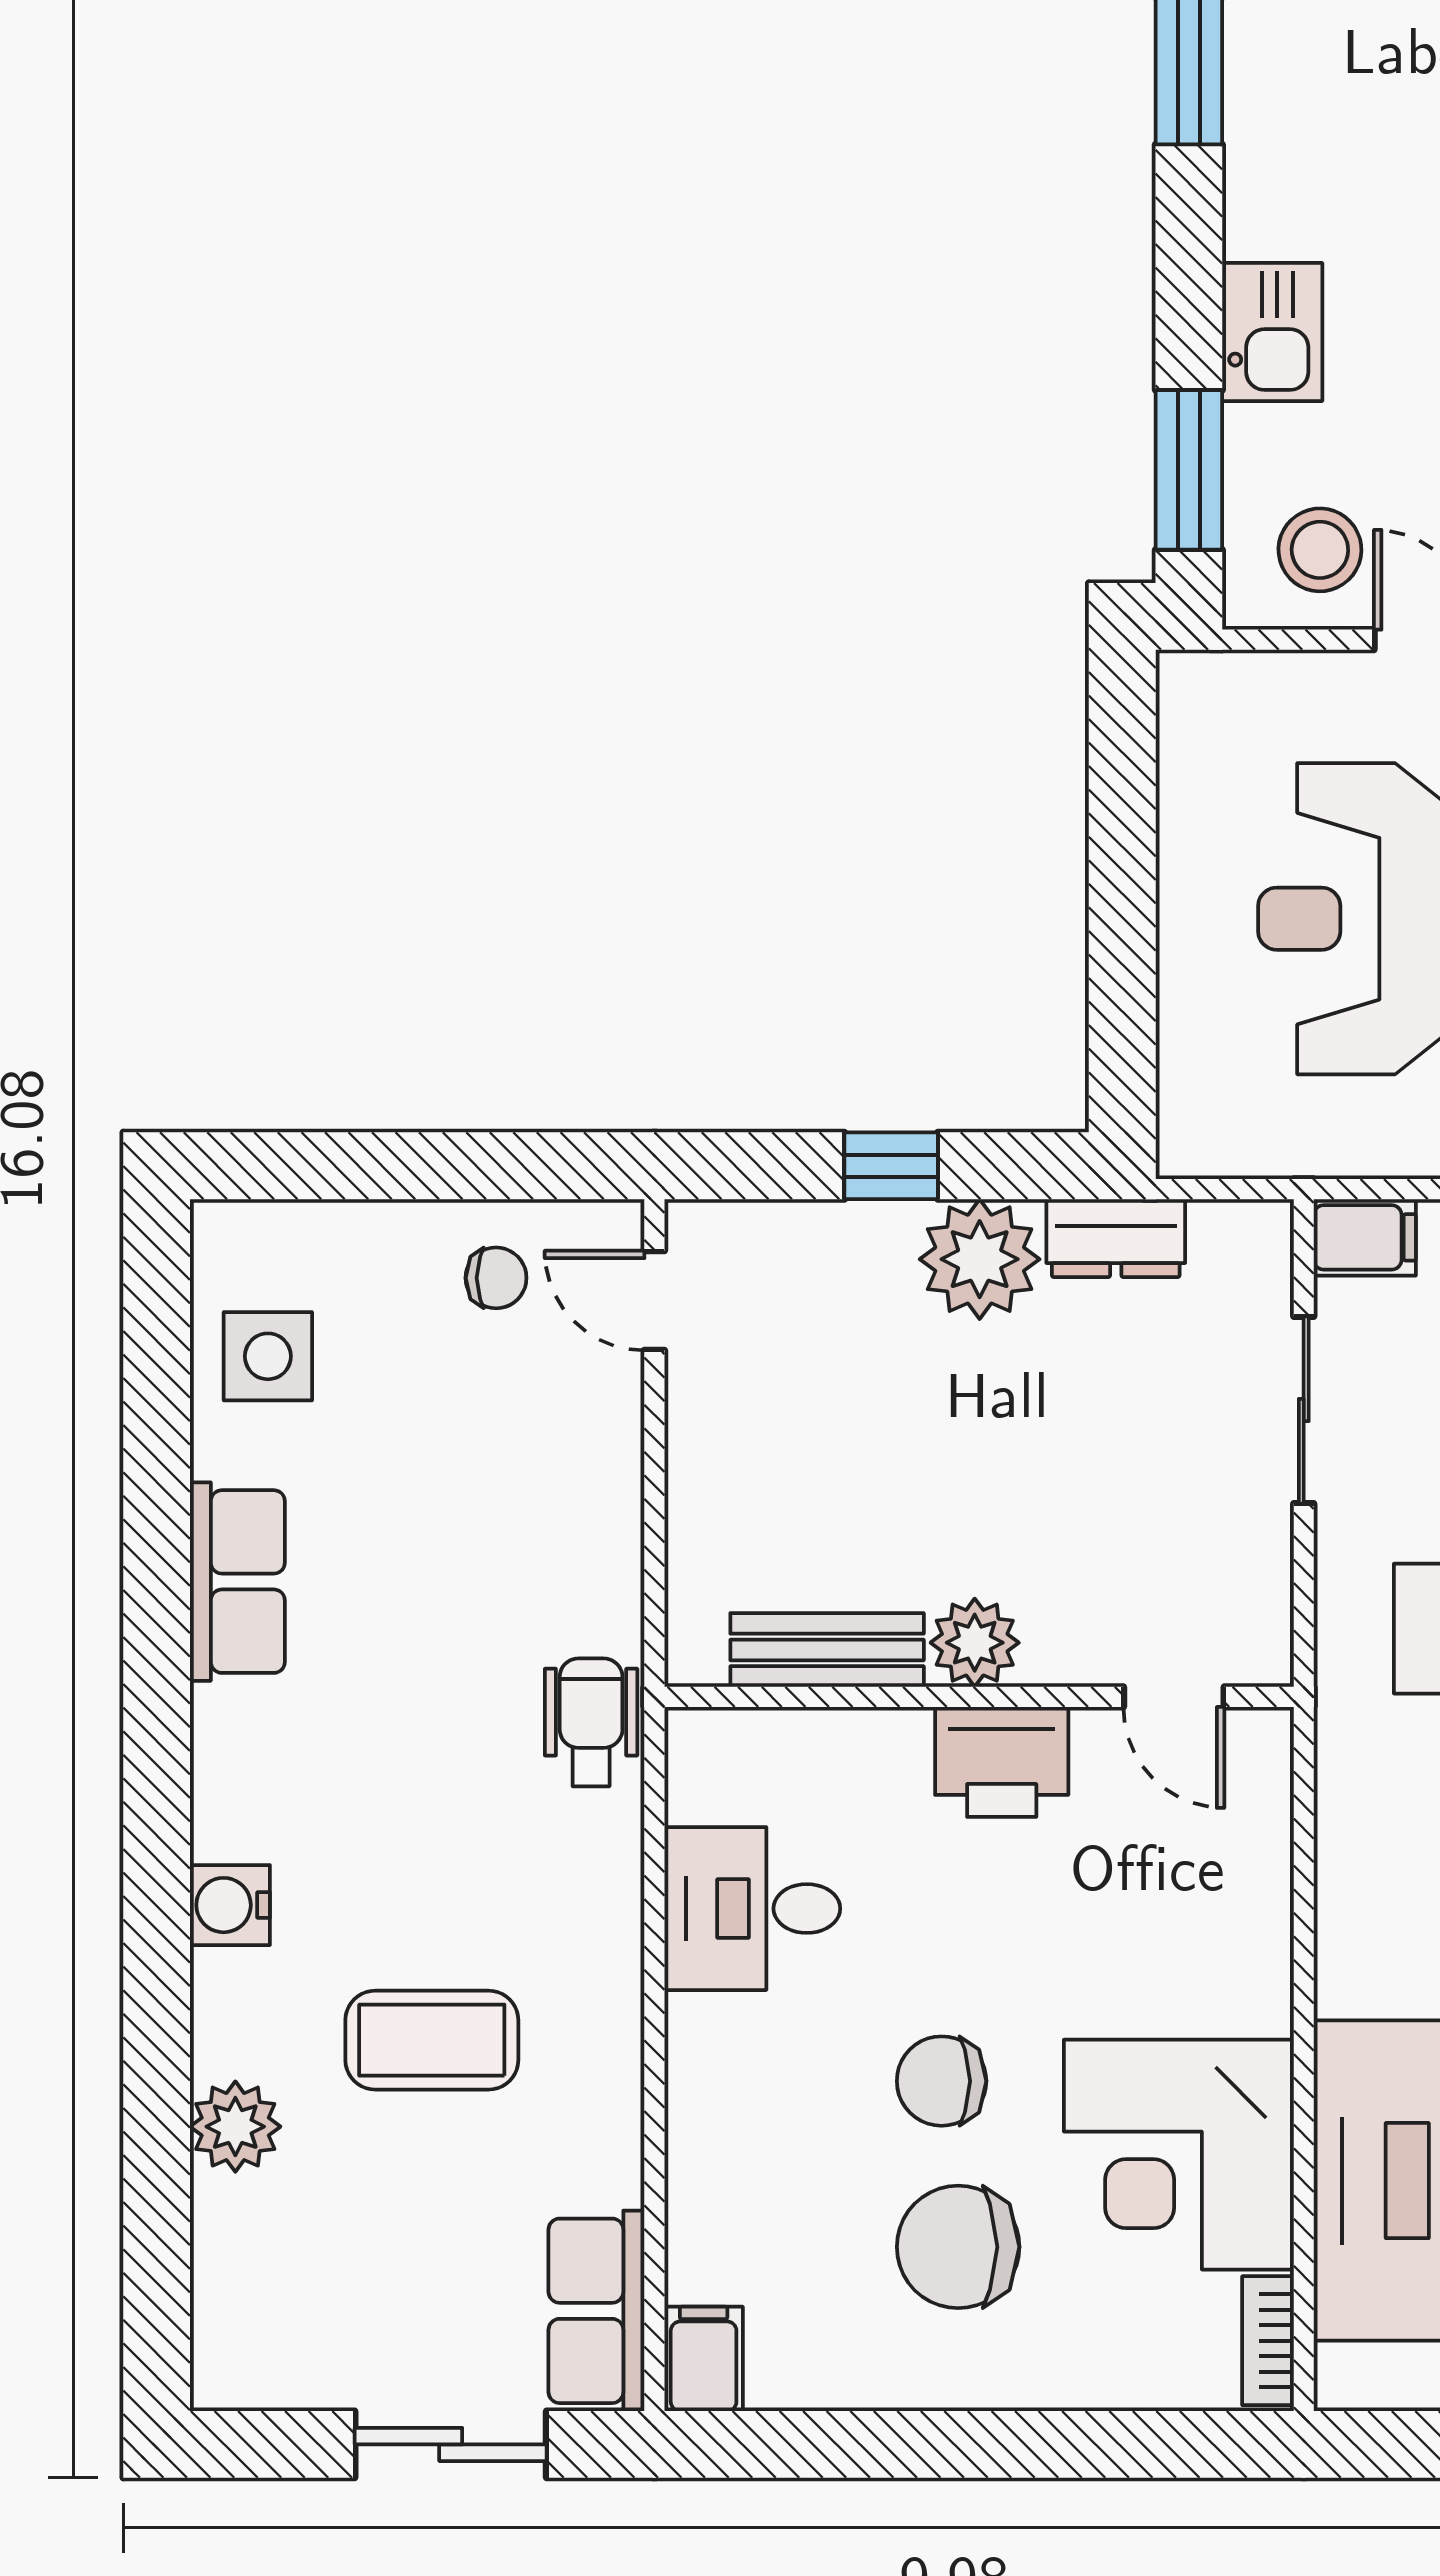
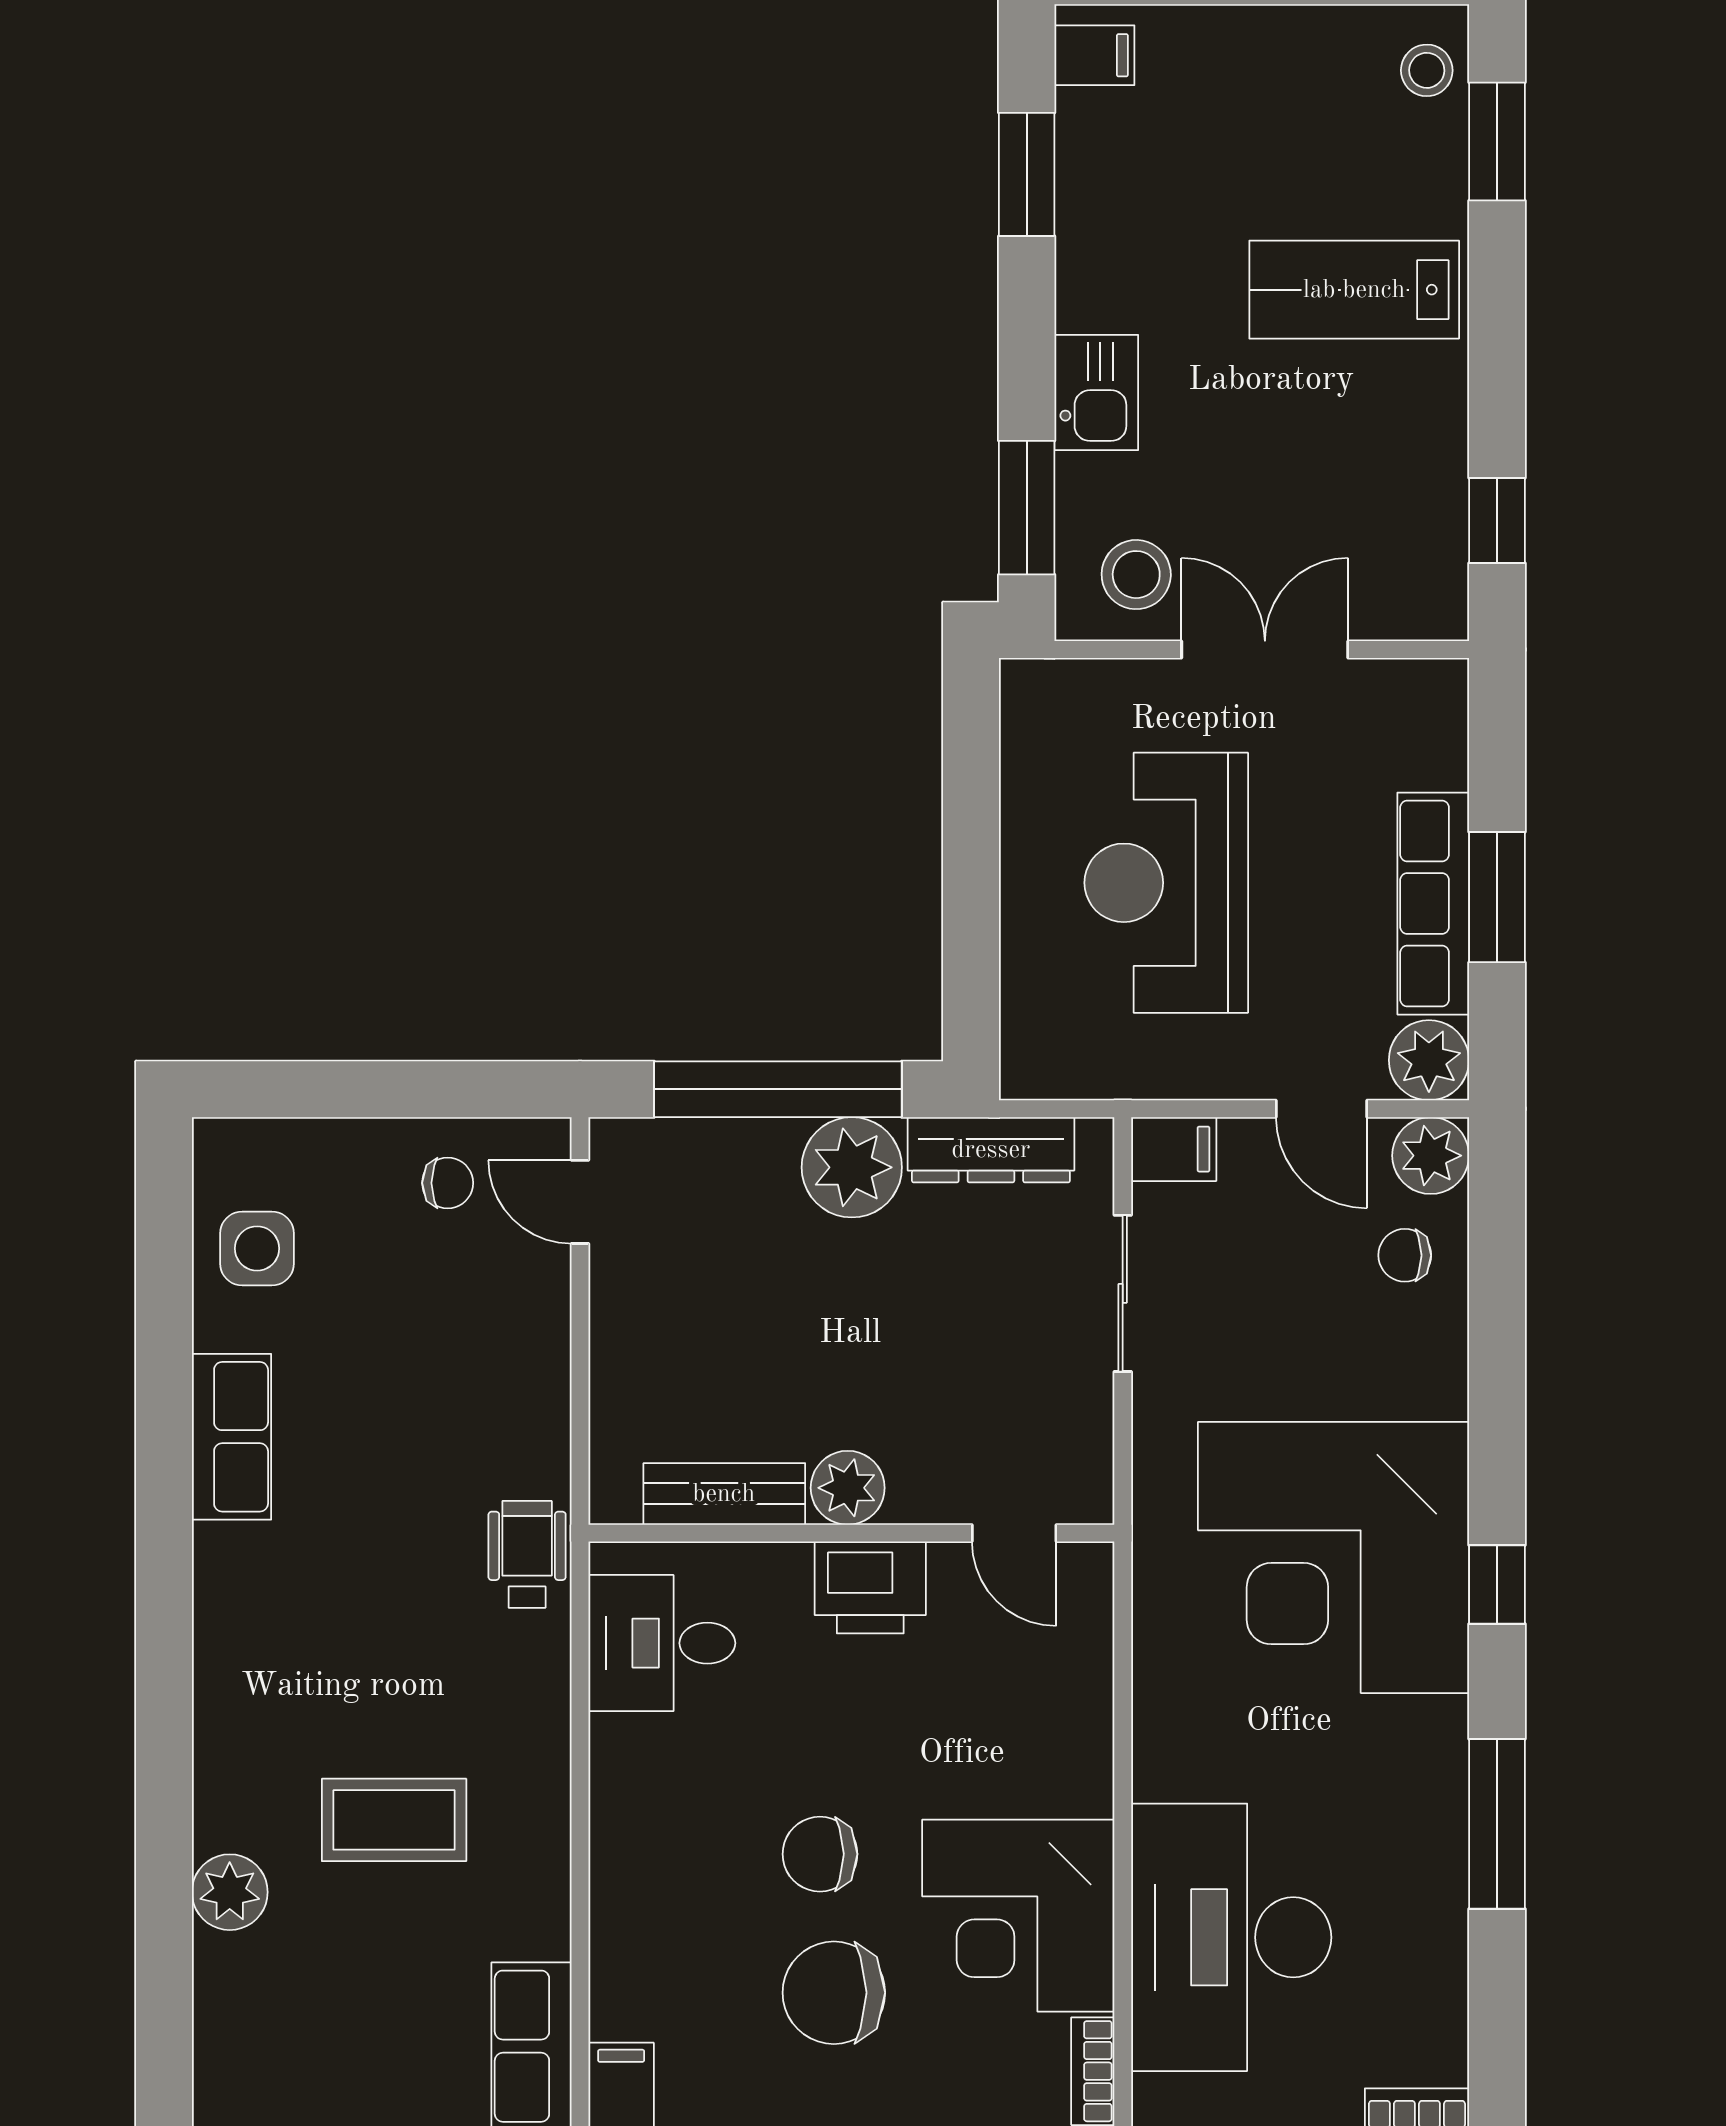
window: (891, 1166) -> (778, 1089), width x3.17
dresser: (1116, 1238) -> (991, 1150), width x1.44
water cooler: (230, 1905) -> (225, 1707), removed
desk: (752, 1909) -> (662, 1643), moved

